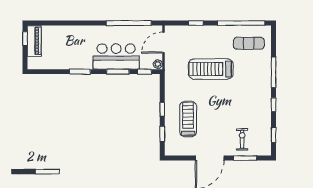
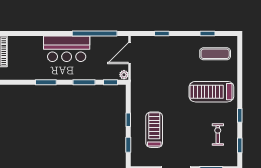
window: (241, 23) -> (208, 34), width x0.32
bar counter: (116, 56) -> (67, 49), moved, turned 180
treadmill: (211, 69) -> (211, 92), moved
window: (274, 72) -> (240, 83), removed
exercise bike: (242, 139) -> (218, 135), moved

